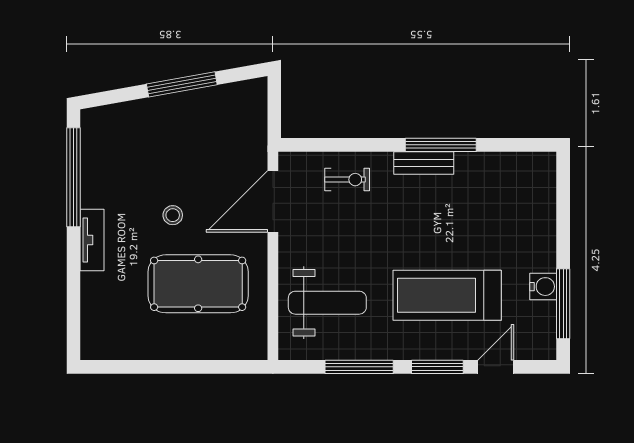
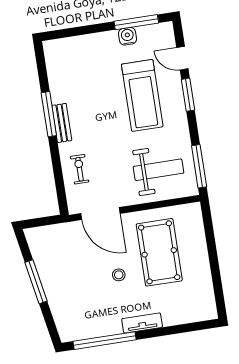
weight bench: (327, 303) -> (158, 170), turned 90
window: (359, 367) -> (199, 166), moved

